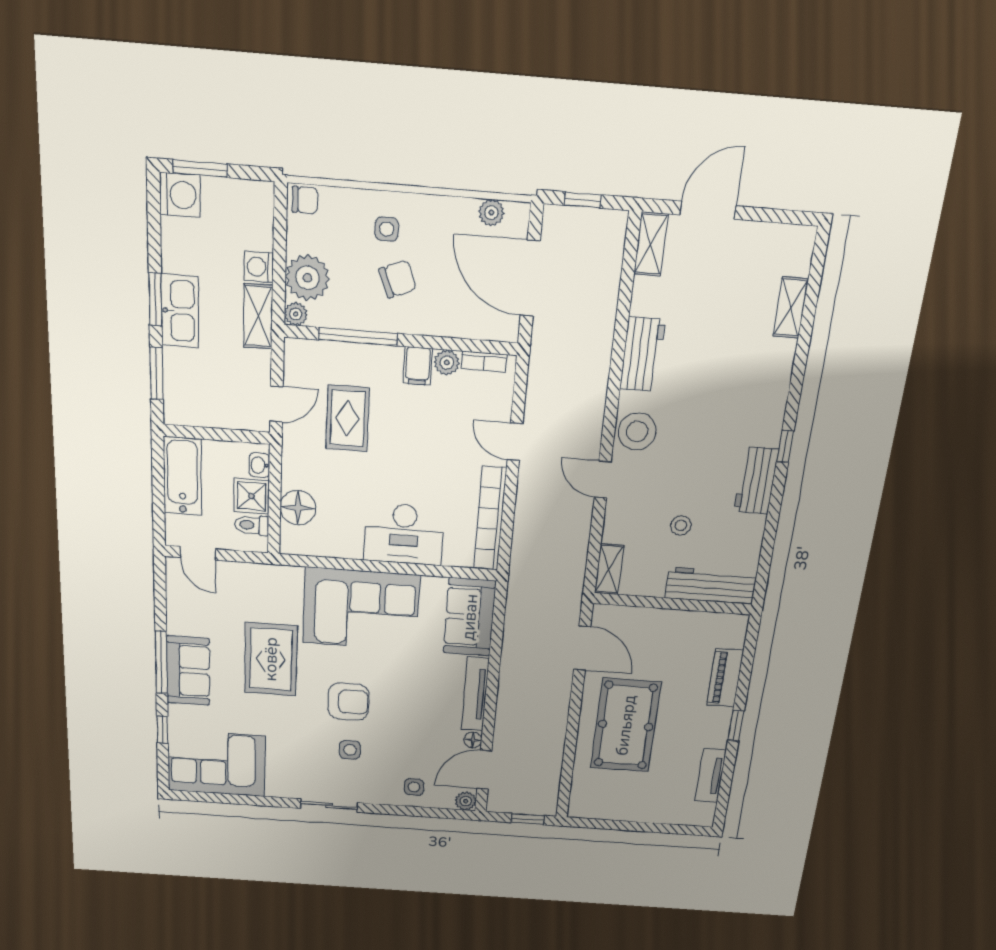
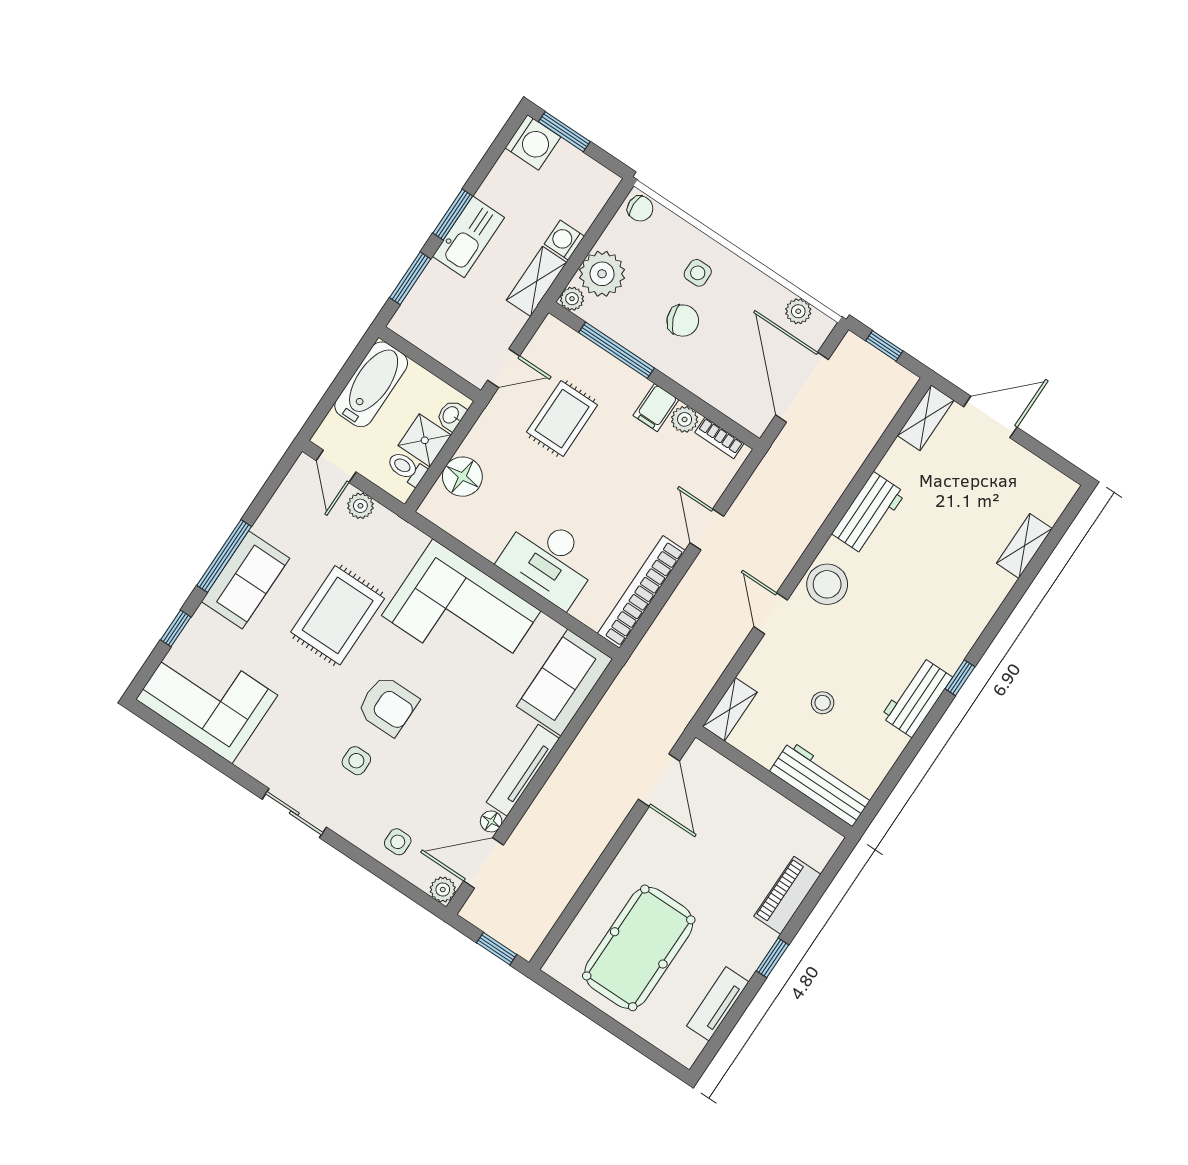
plant: (235, 572) -> (360, 506), added
pool table: (626, 725) -> (639, 948), moved

